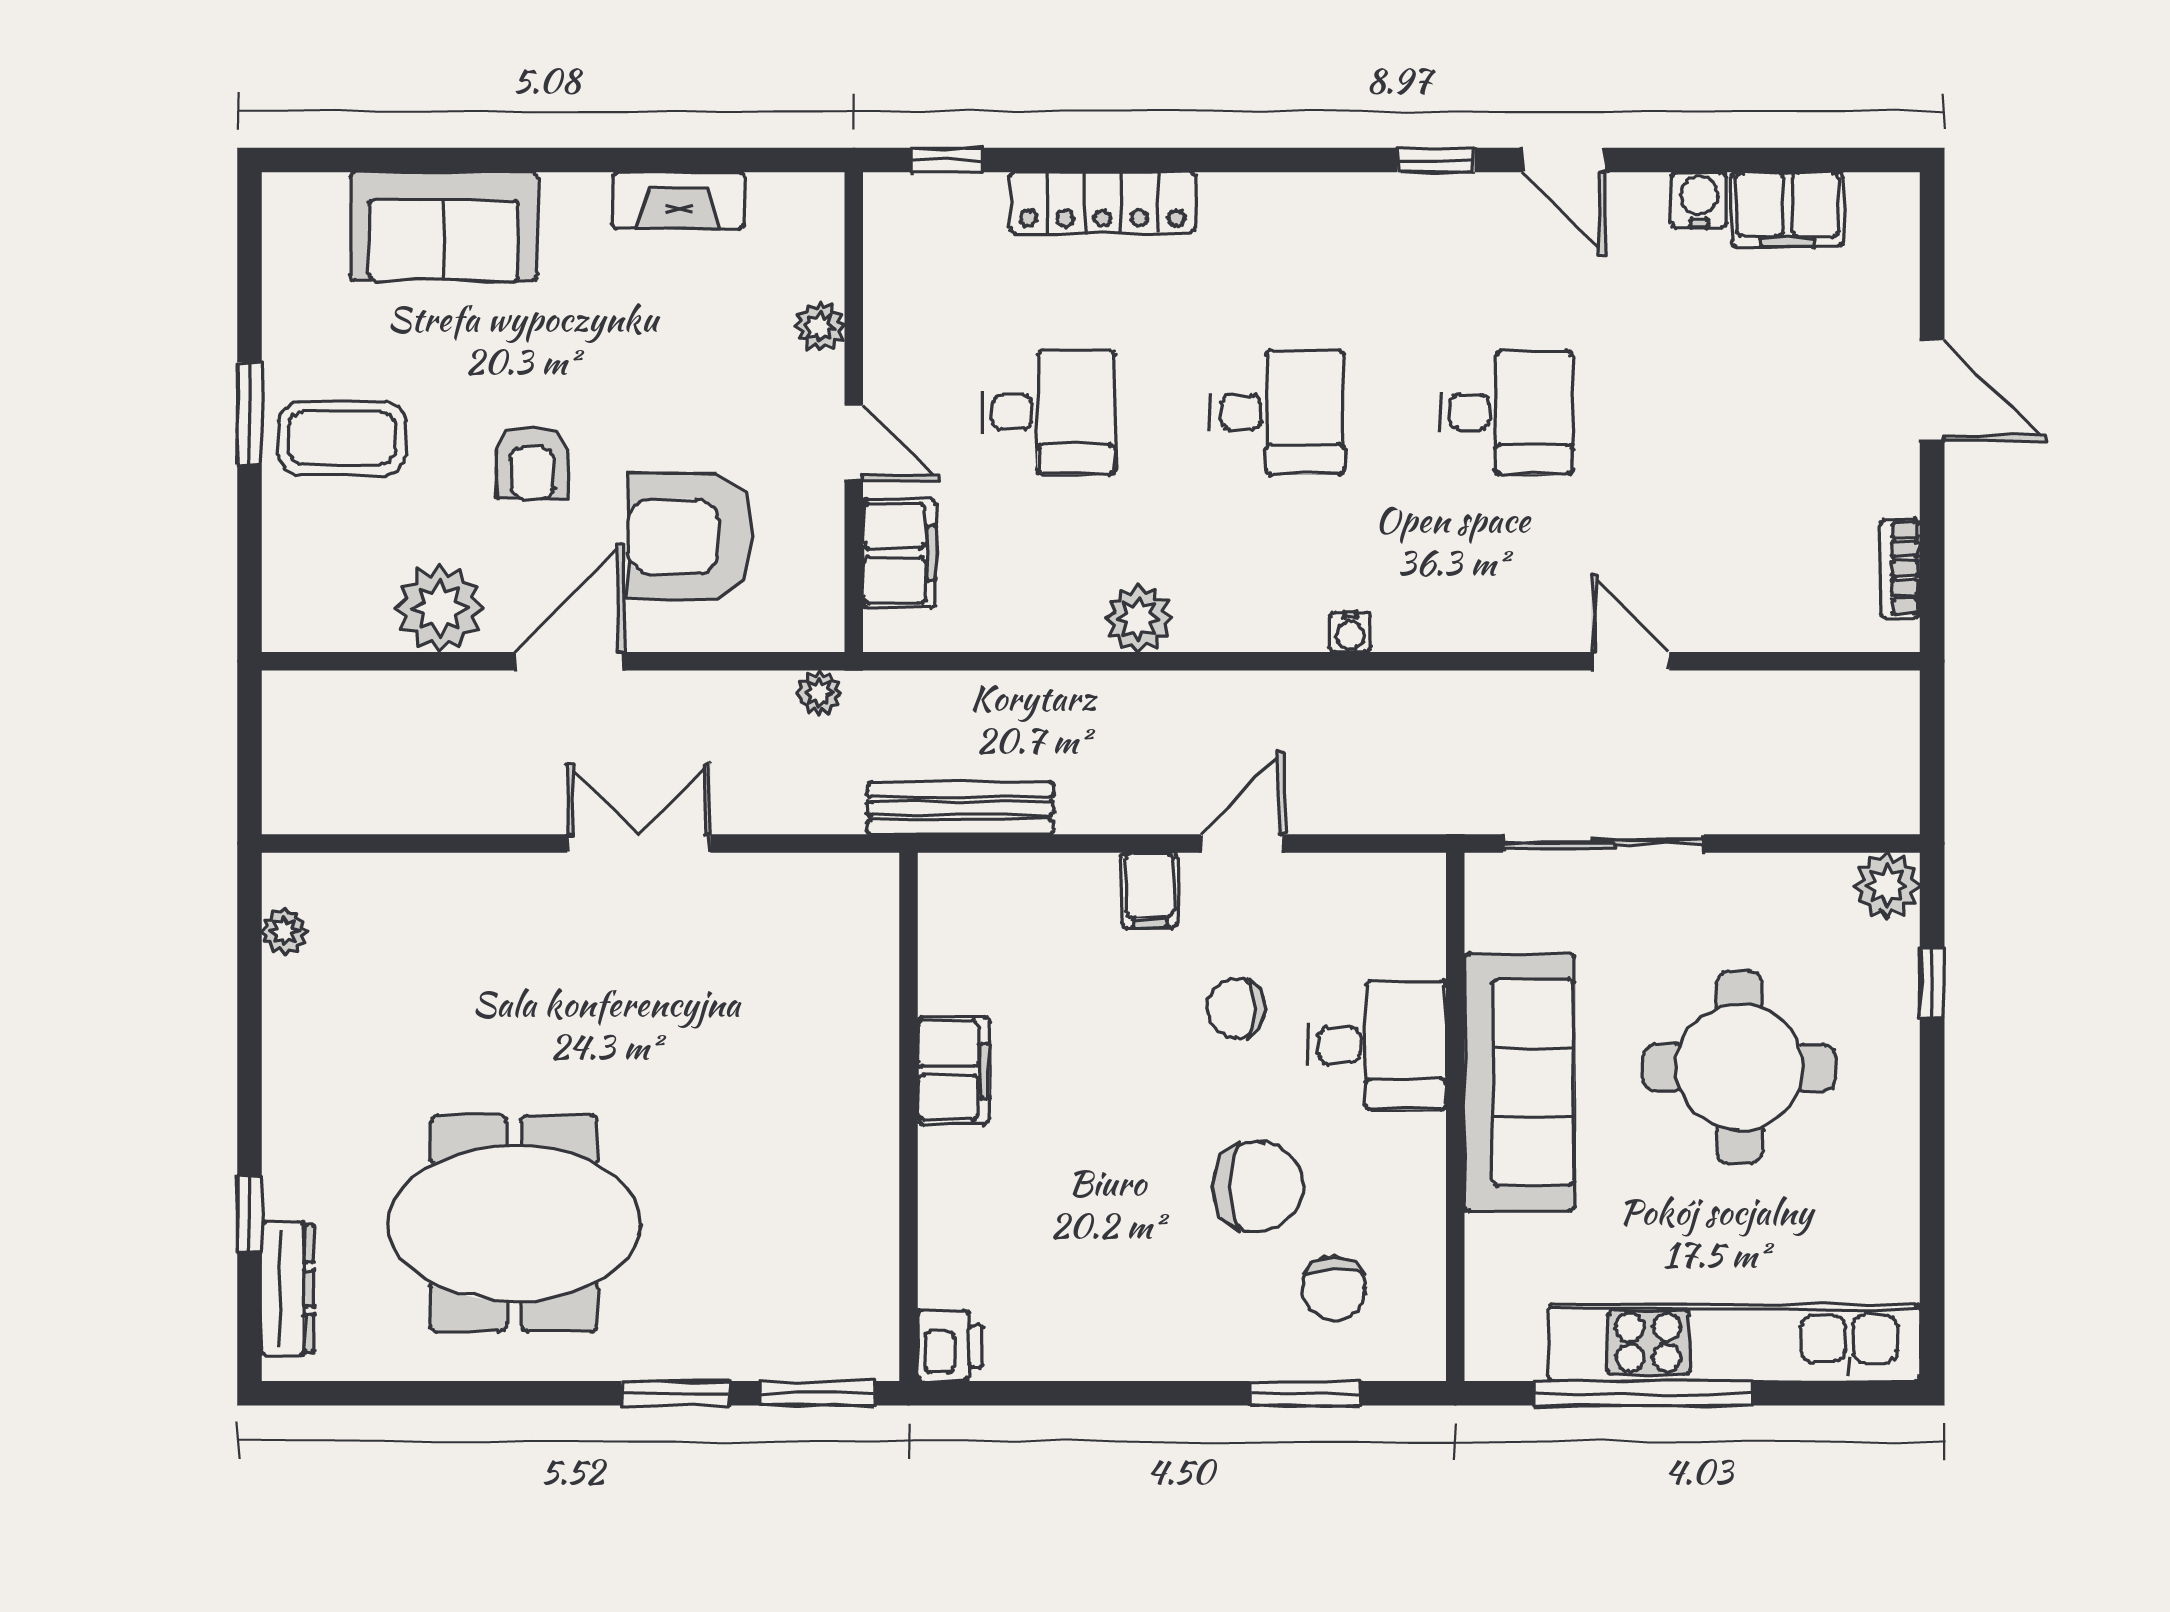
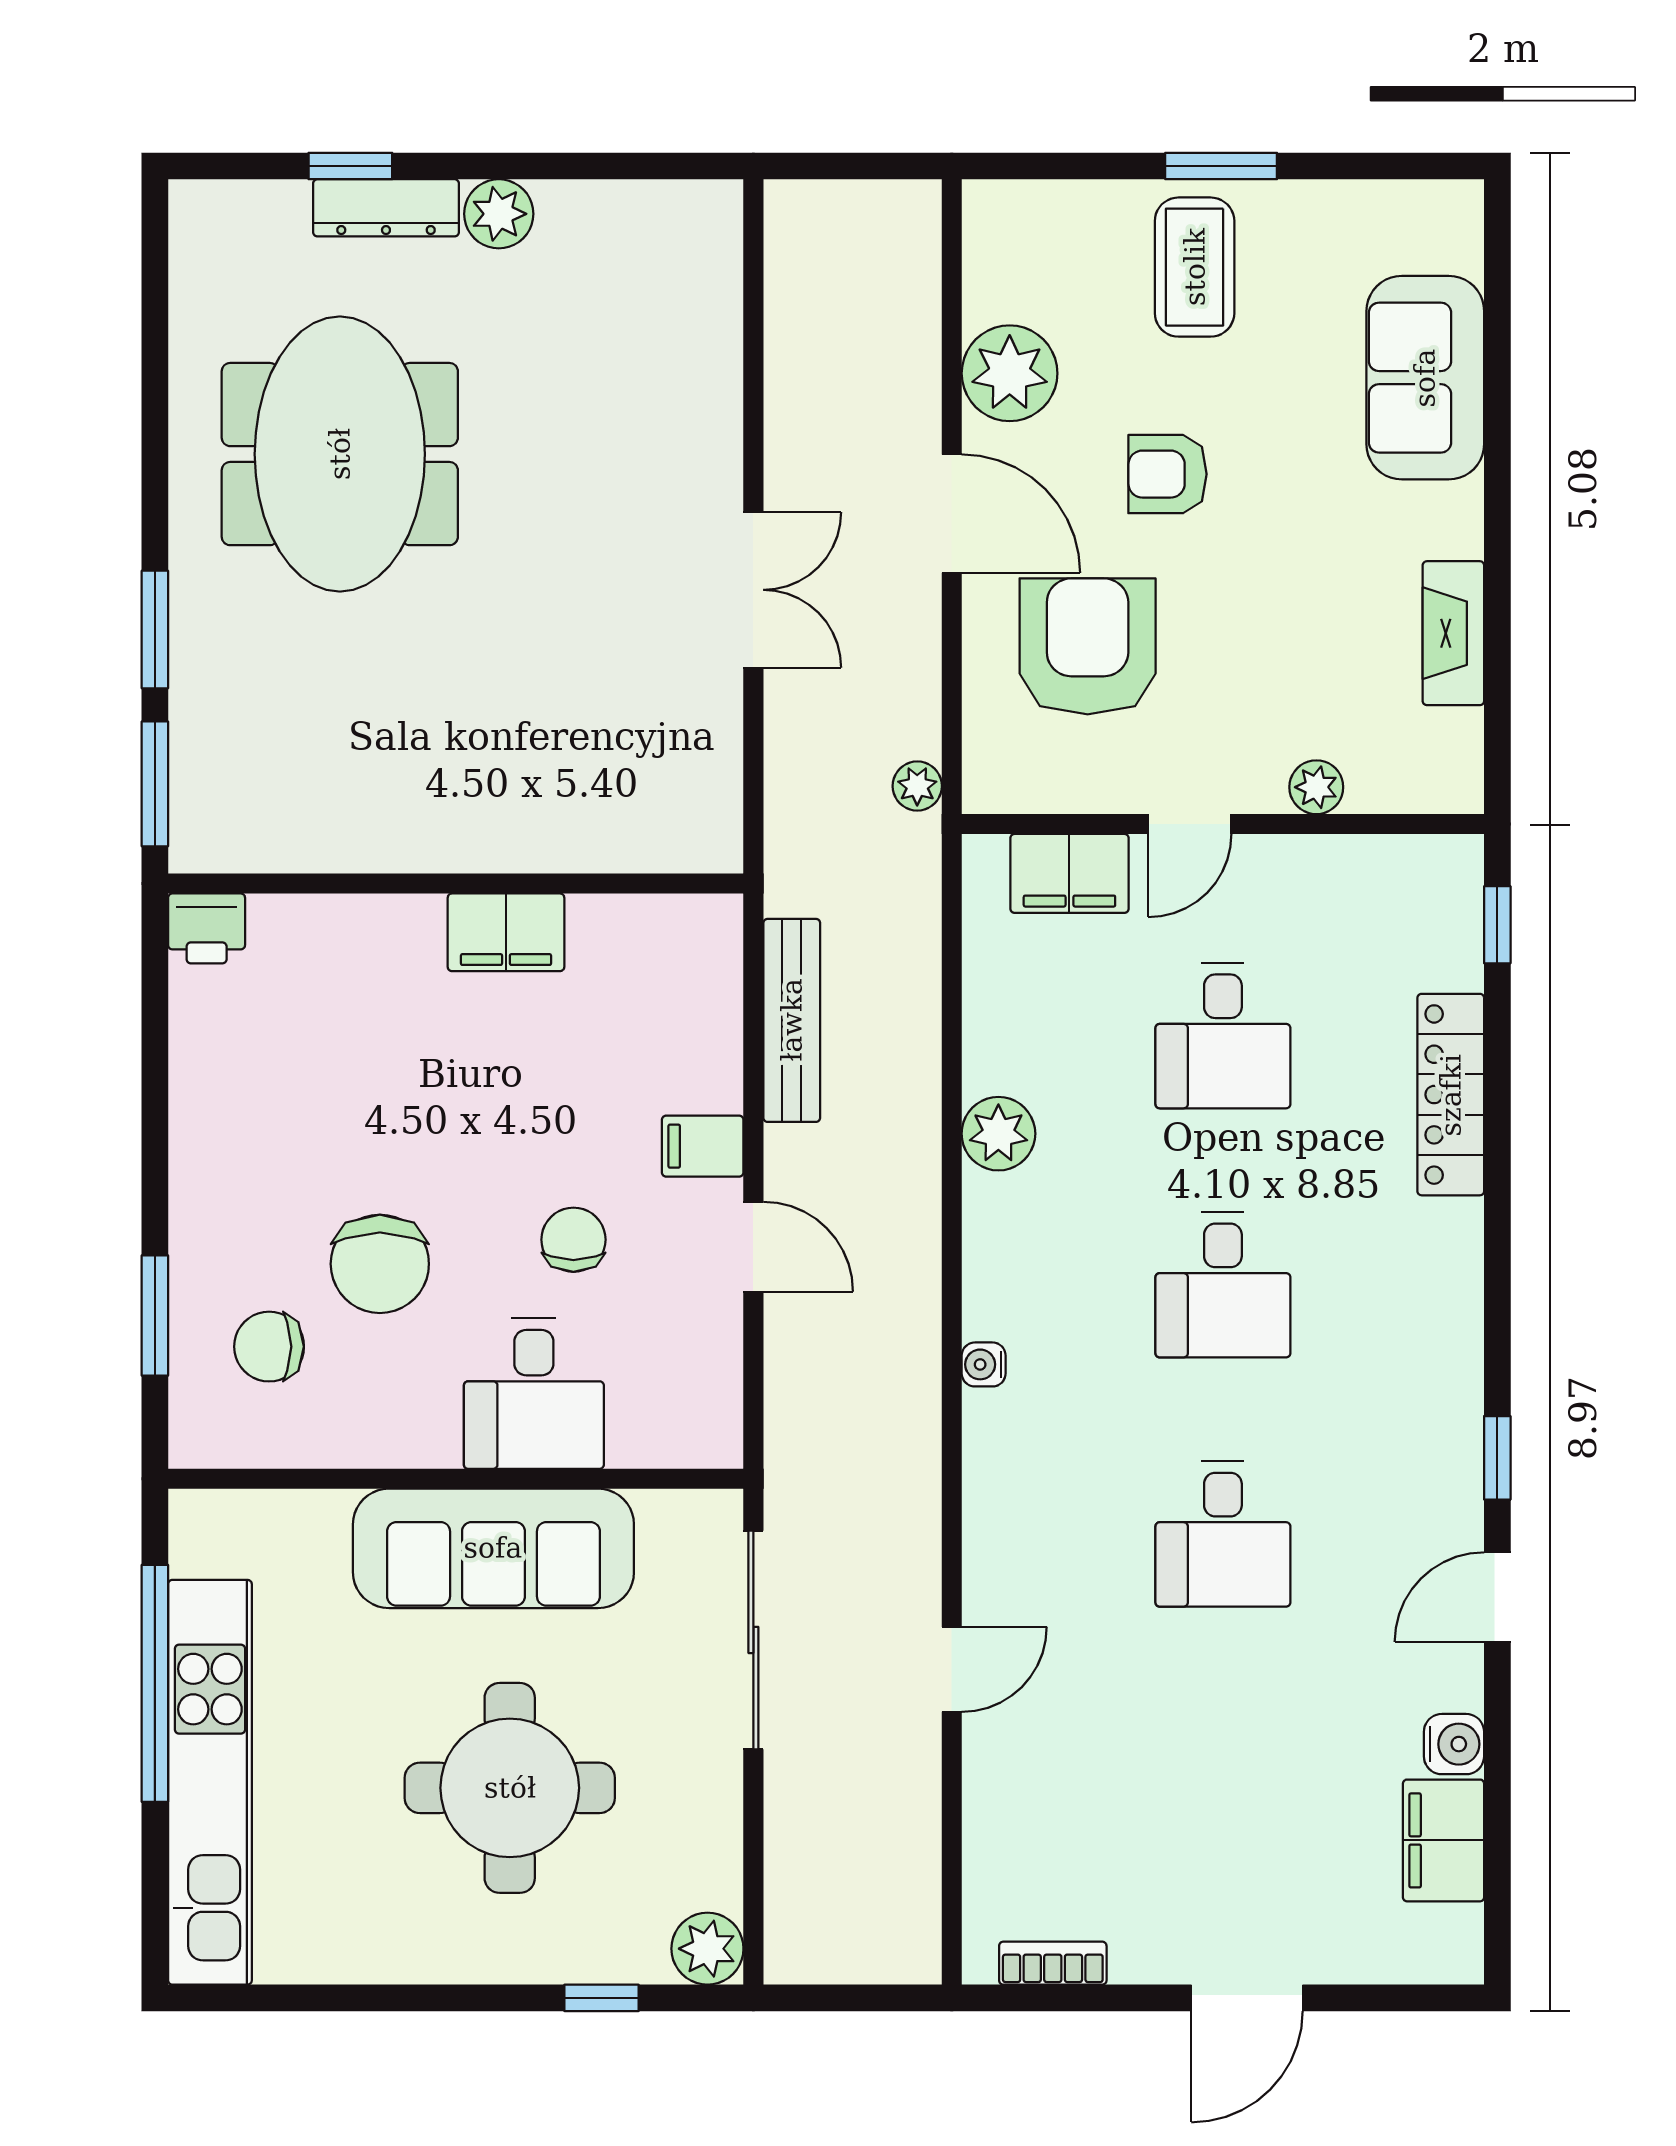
bench: (960, 808) -> (792, 1020), moved
plant: (285, 932) -> (499, 214), moved, width x1.38, depth x1.38
dresser: (288, 1288) -> (386, 208), moved

